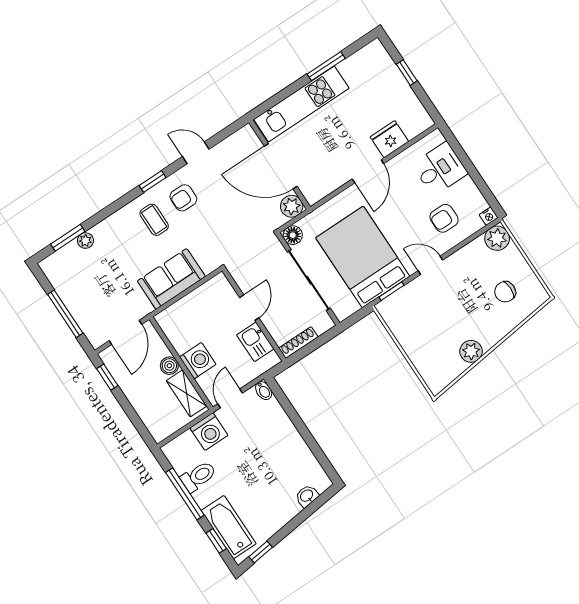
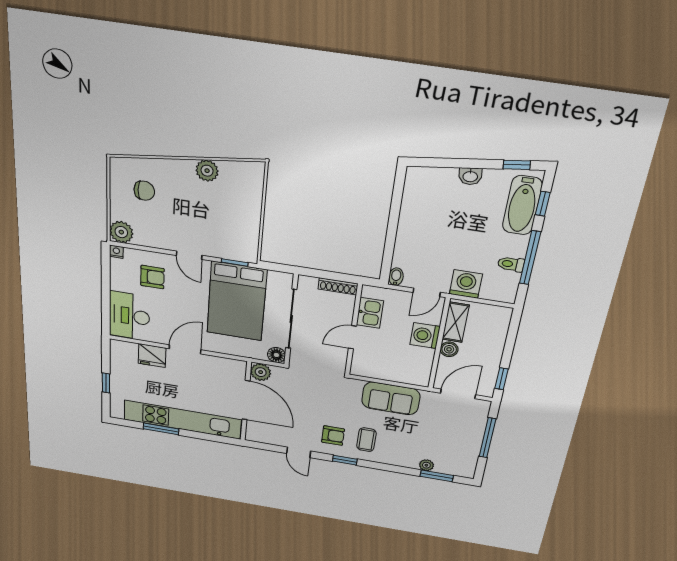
kitchen unit: (301, 104) -> (182, 420), width x1.36
desk: (440, 169) -> (129, 316), width x1.37
toilet: (198, 476) -> (511, 264), width x0.73, depth x0.72
washbasin: (307, 496) -> (470, 176), moved

